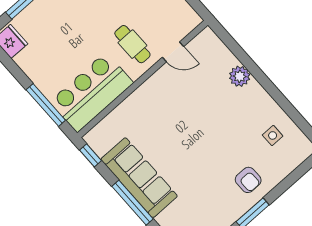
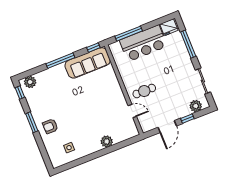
door: (173, 52) -> (132, 111), swing flipped
bar counter: (92, 92) -> (143, 43), moved, turned 90
sofa: (139, 178) -> (88, 63), moved

